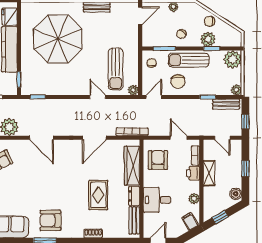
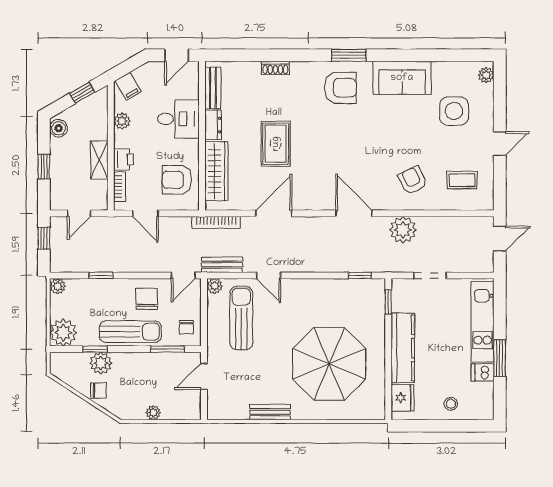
door: (140, 16) -> (204, 376), moved
chair: (181, 34) -> (141, 371), removed
bench: (226, 104) -> (222, 265), moved
door: (222, 138) -> (79, 213), swing flipped
armchair: (158, 160) -> (177, 180), turned 90
rug: (98, 195) -> (276, 144), moved

